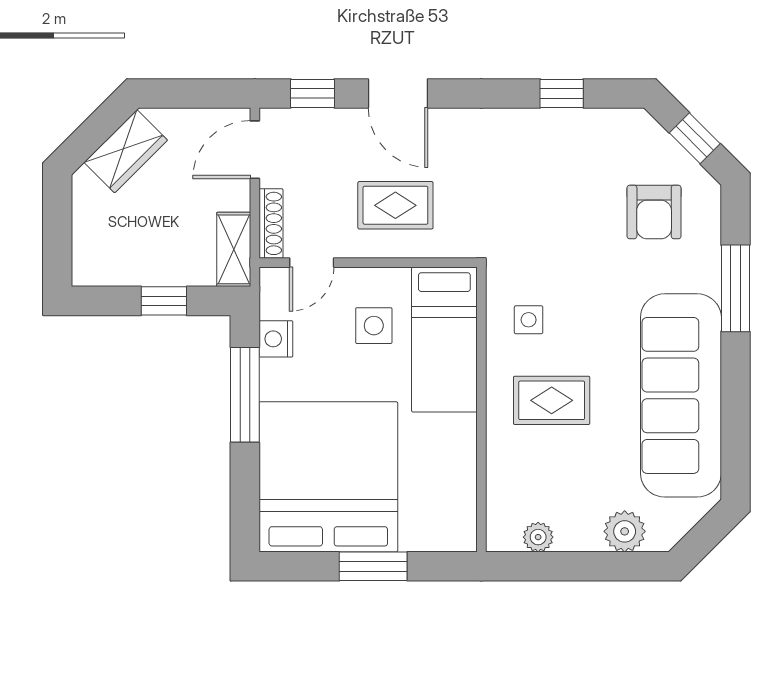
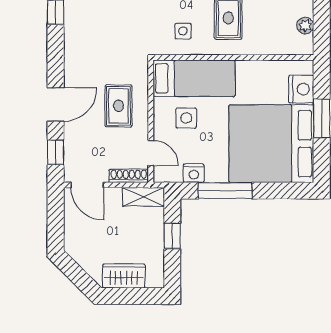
wardrobe: (126, 151) -> (124, 276), moved, turned -45
nightstand: (425, 530) -> (301, 89), added

